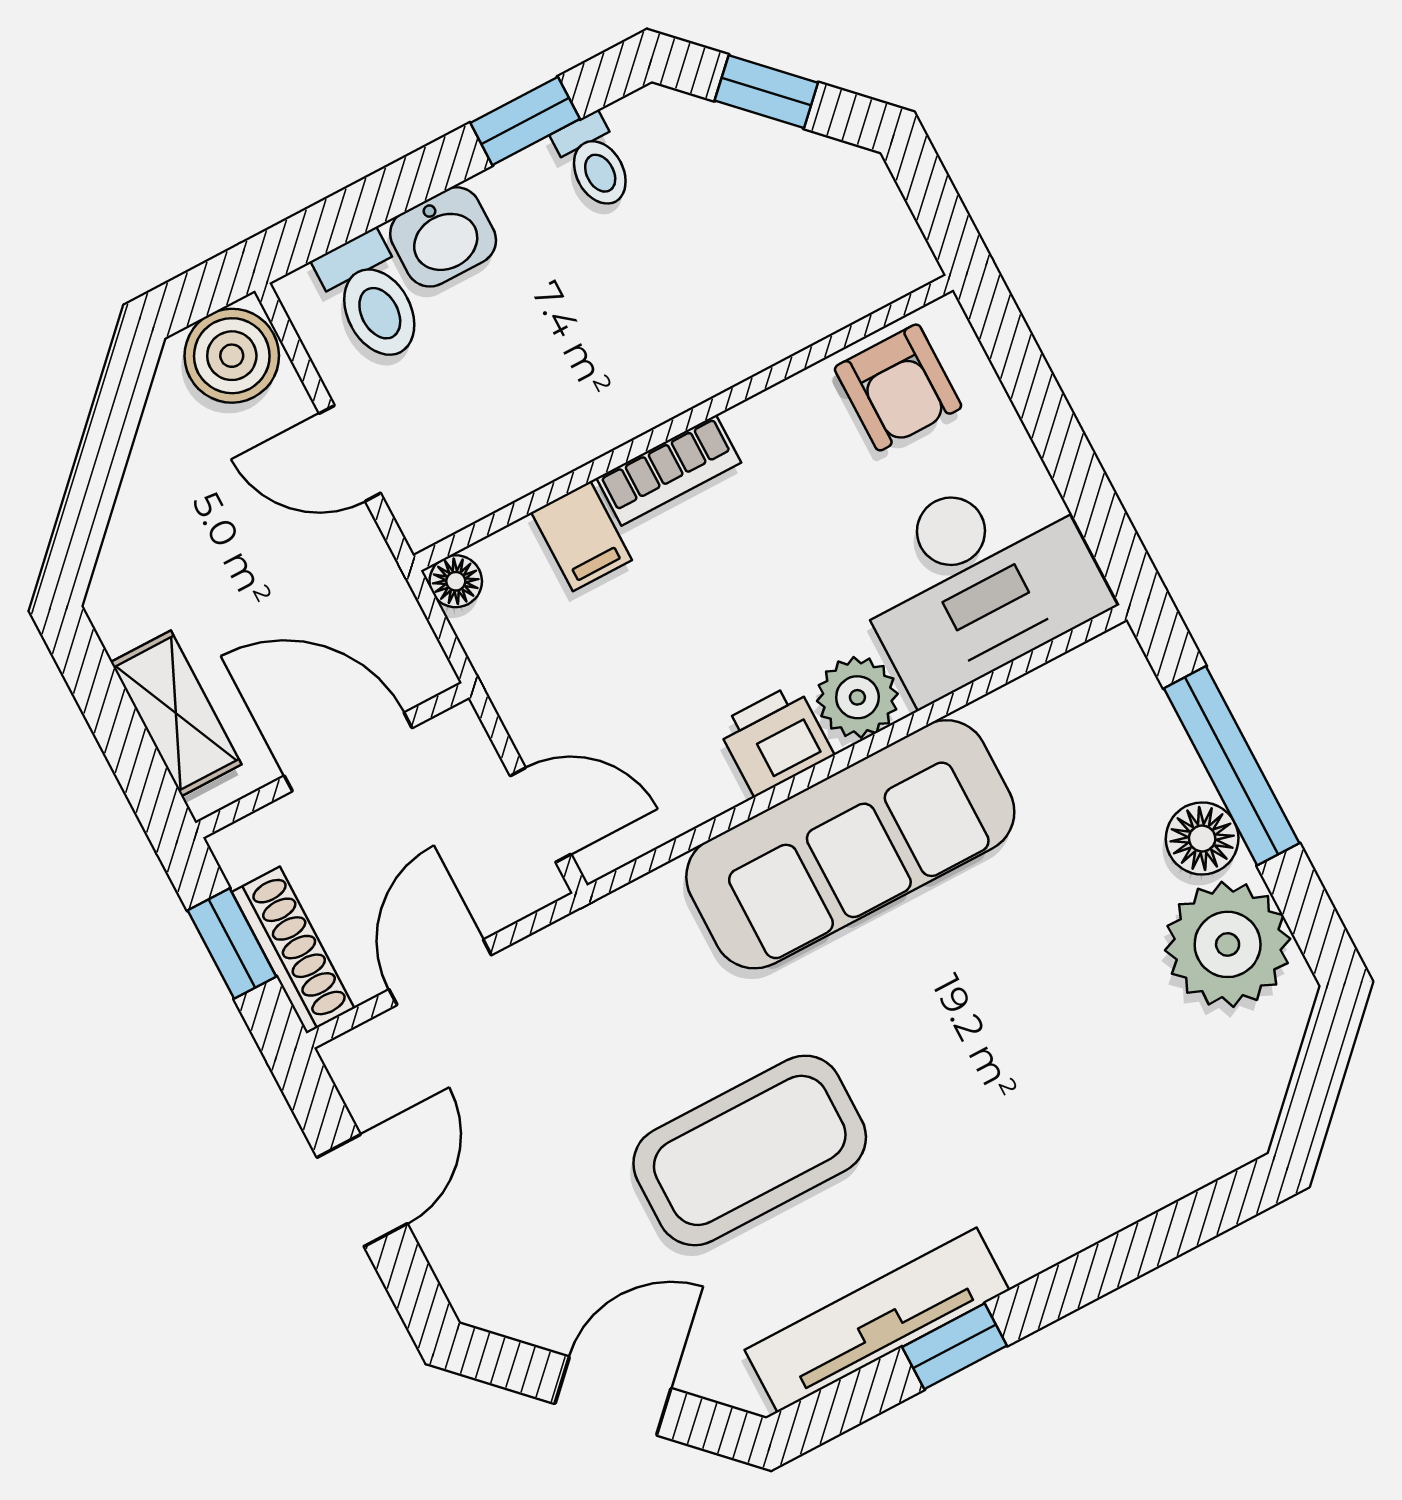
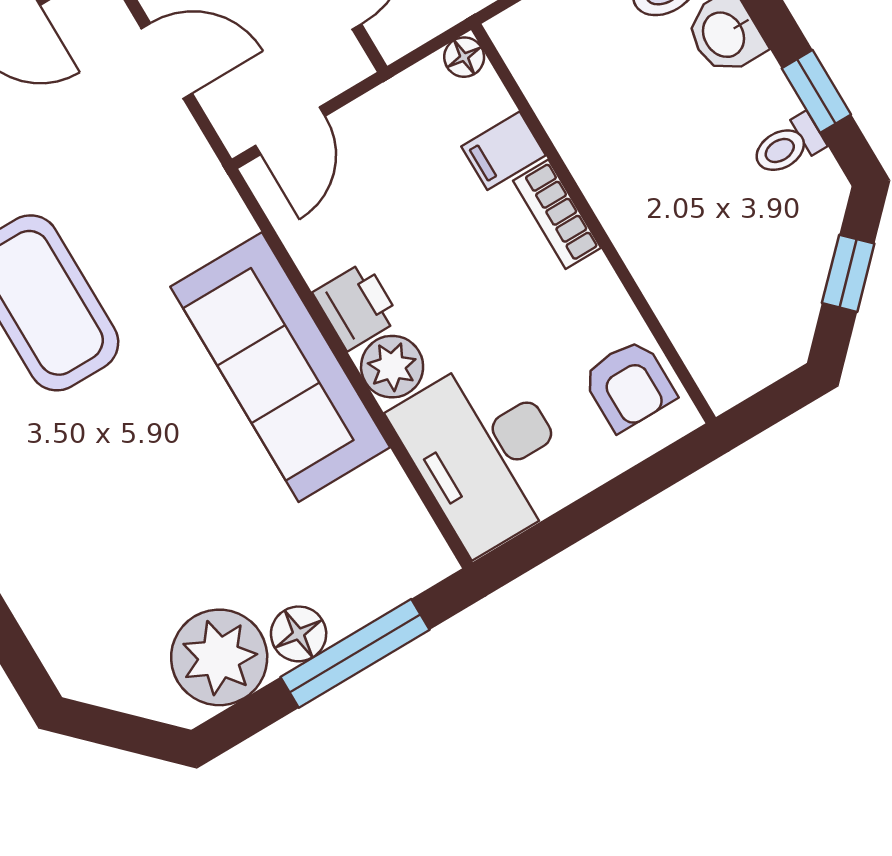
armchair: (898, 387) -> (629, 385), turned -90

